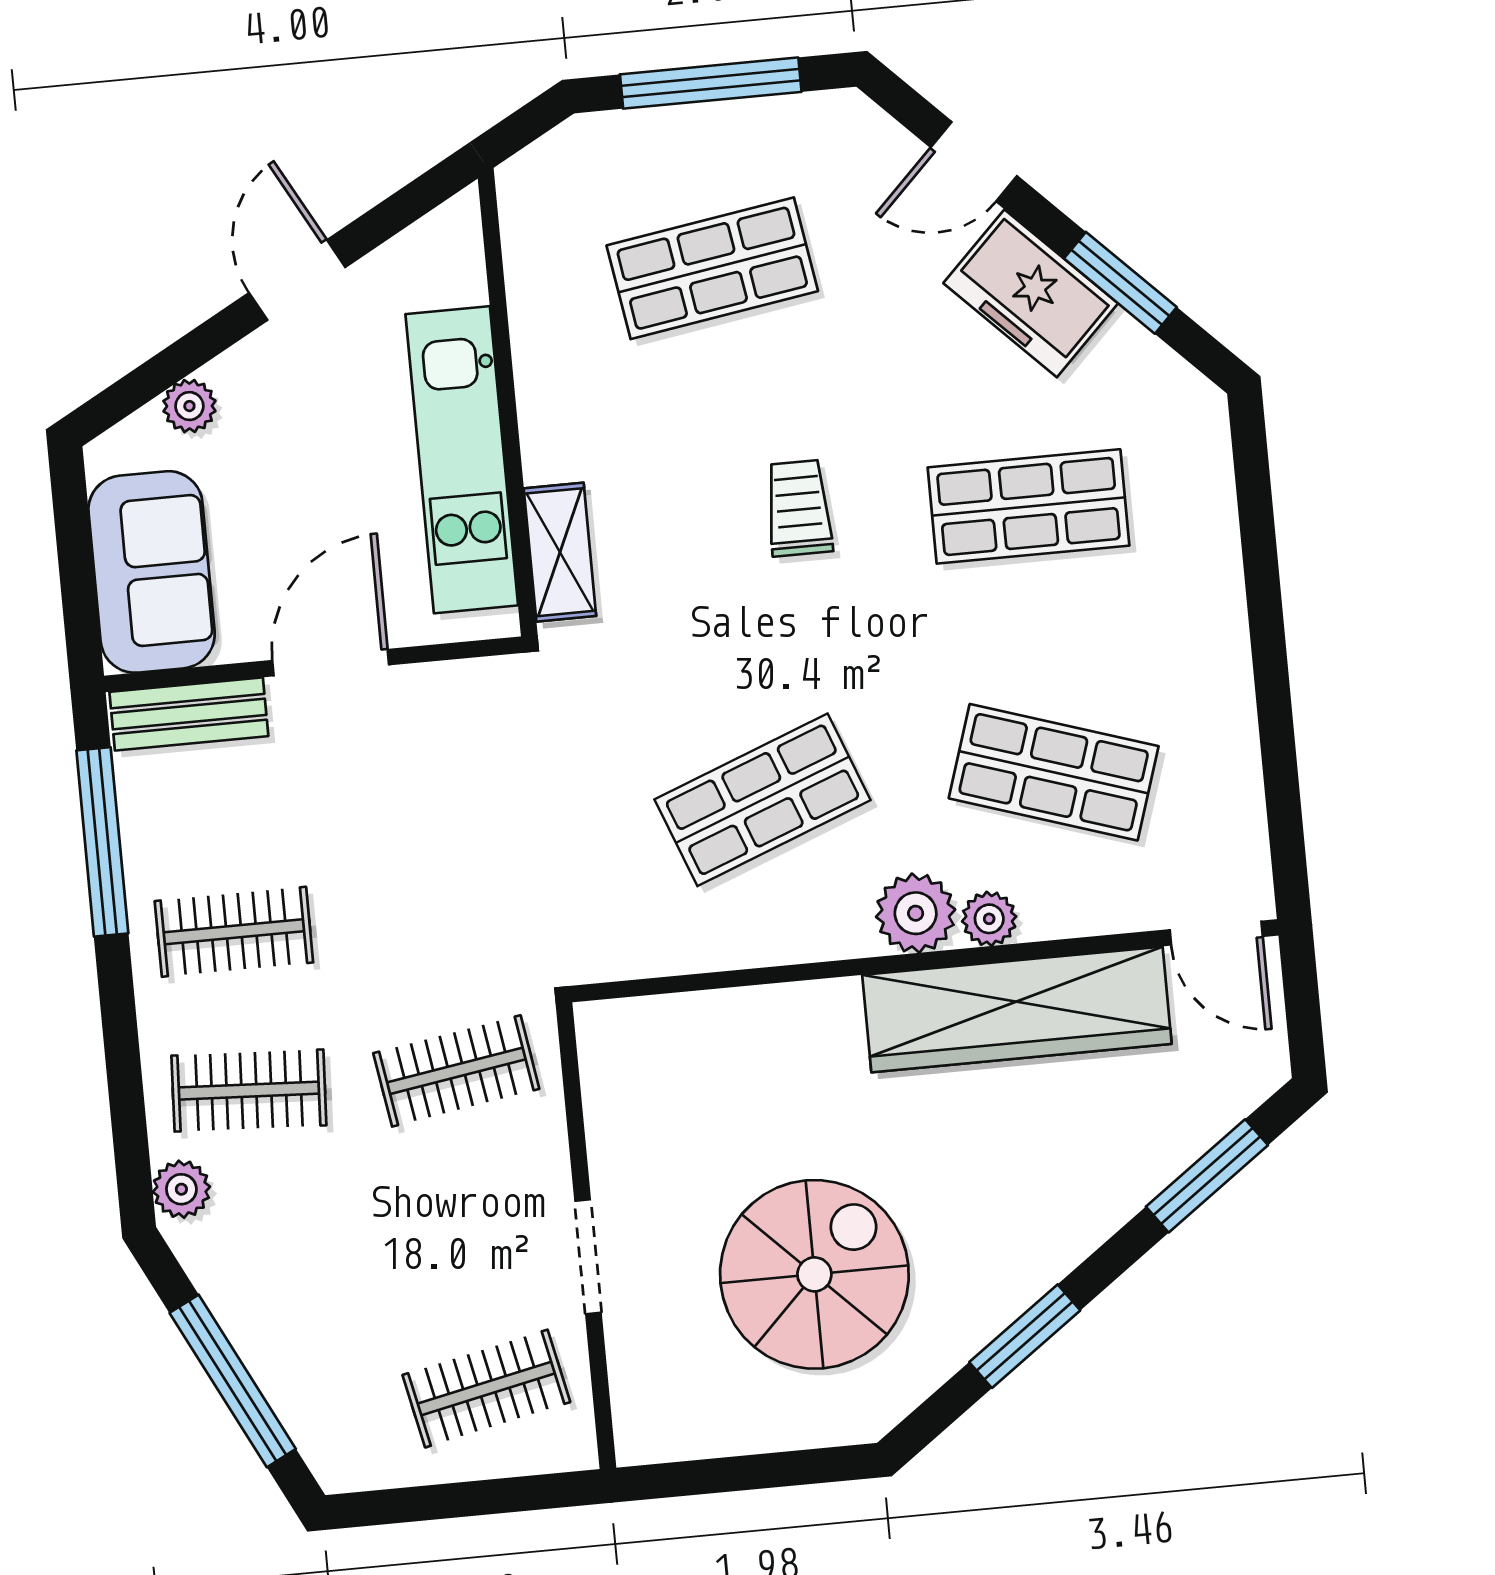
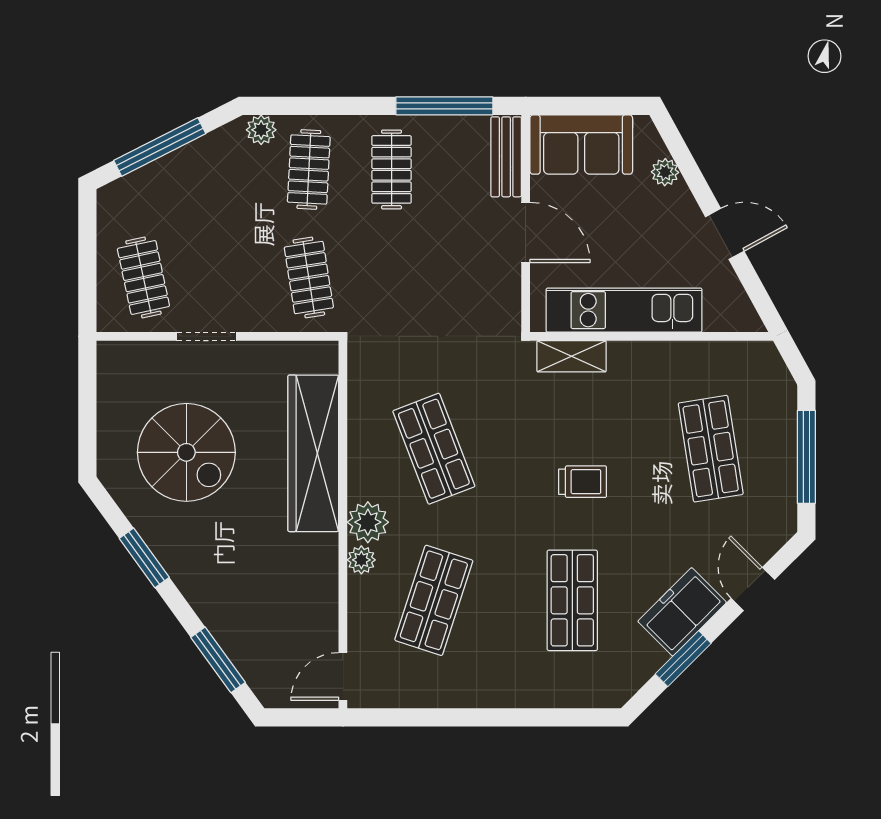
wardrobe: (1017, 1009) -> (313, 453), moved

